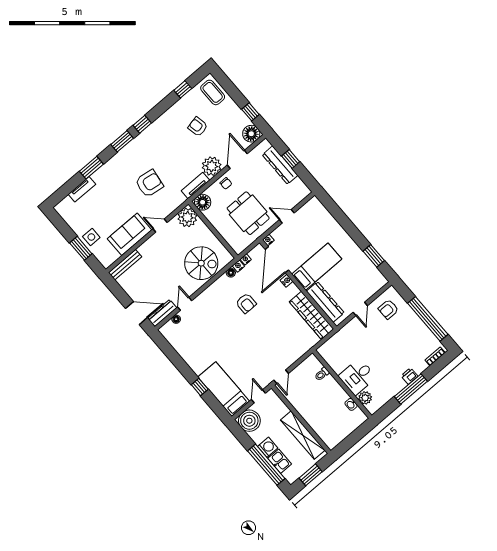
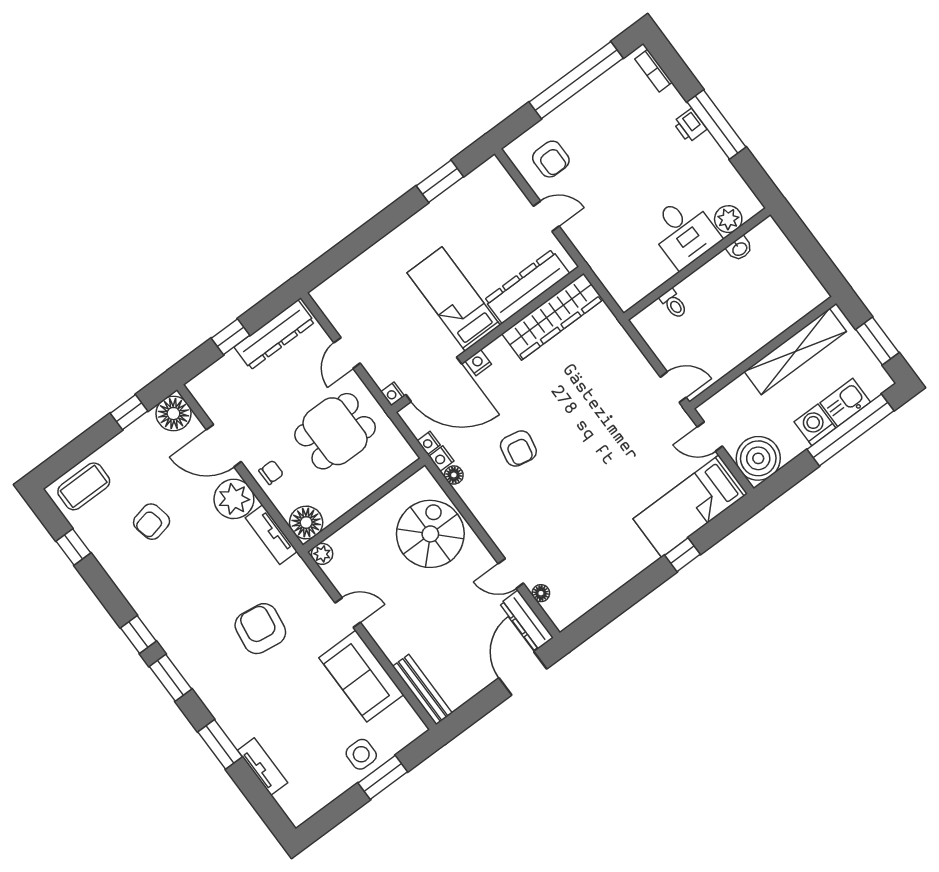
dresser: (280, 165) -> (274, 335), moved
plant: (187, 217) -> (322, 554), width x0.53, depth x0.53
door: (160, 226) -> (348, 613), swing flipped
armchair: (246, 303) -> (518, 448), turned 101

